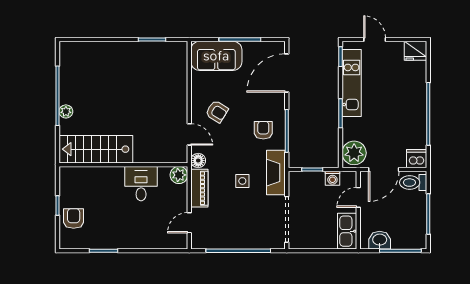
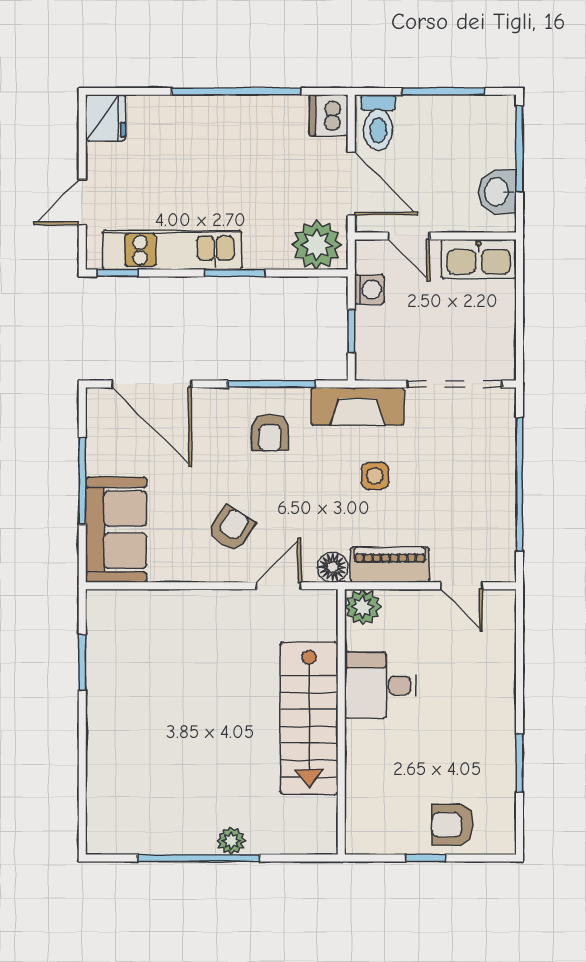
armchair: (263, 130) -> (270, 433), turned -90
stairs: (96, 149) -> (309, 718), moved

